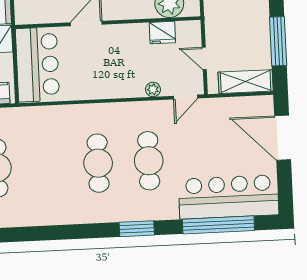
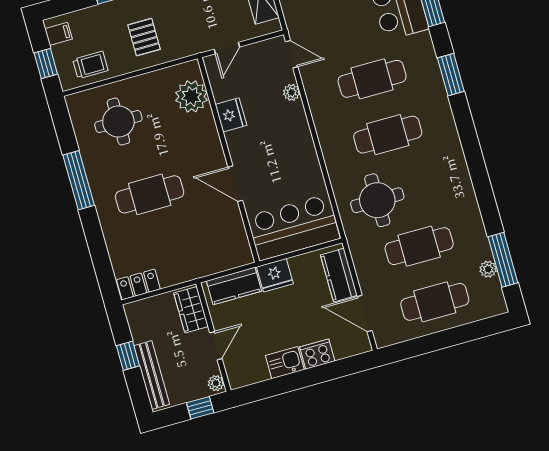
fridge: (162, 33) -> (231, 115), moved
door: (204, 58) -> (227, 48), moved
round table: (44, 141) -> (377, 200), added

